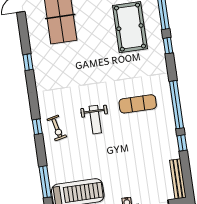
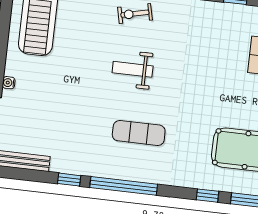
exercise mat: (138, 104) -> (139, 133), turned 90

